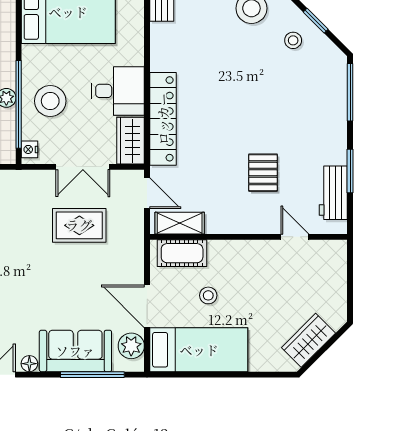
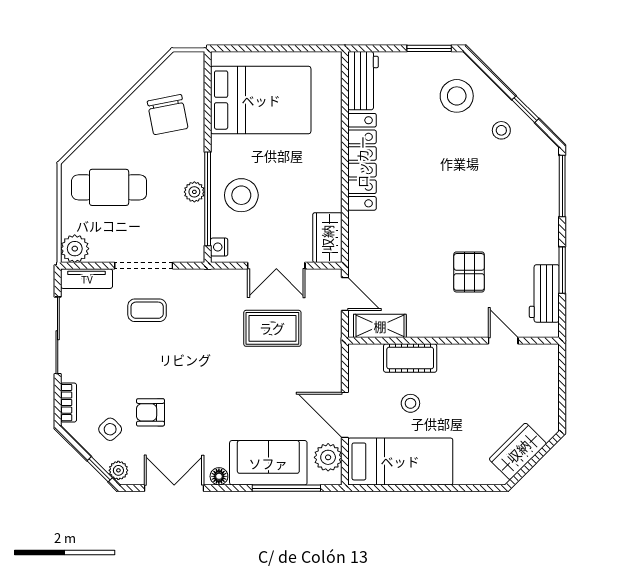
desk: (118, 91) -> (314, 184), removed
locker: (163, 119) -> (362, 162), moved
cot: (182, 253) -> (410, 358), moved

